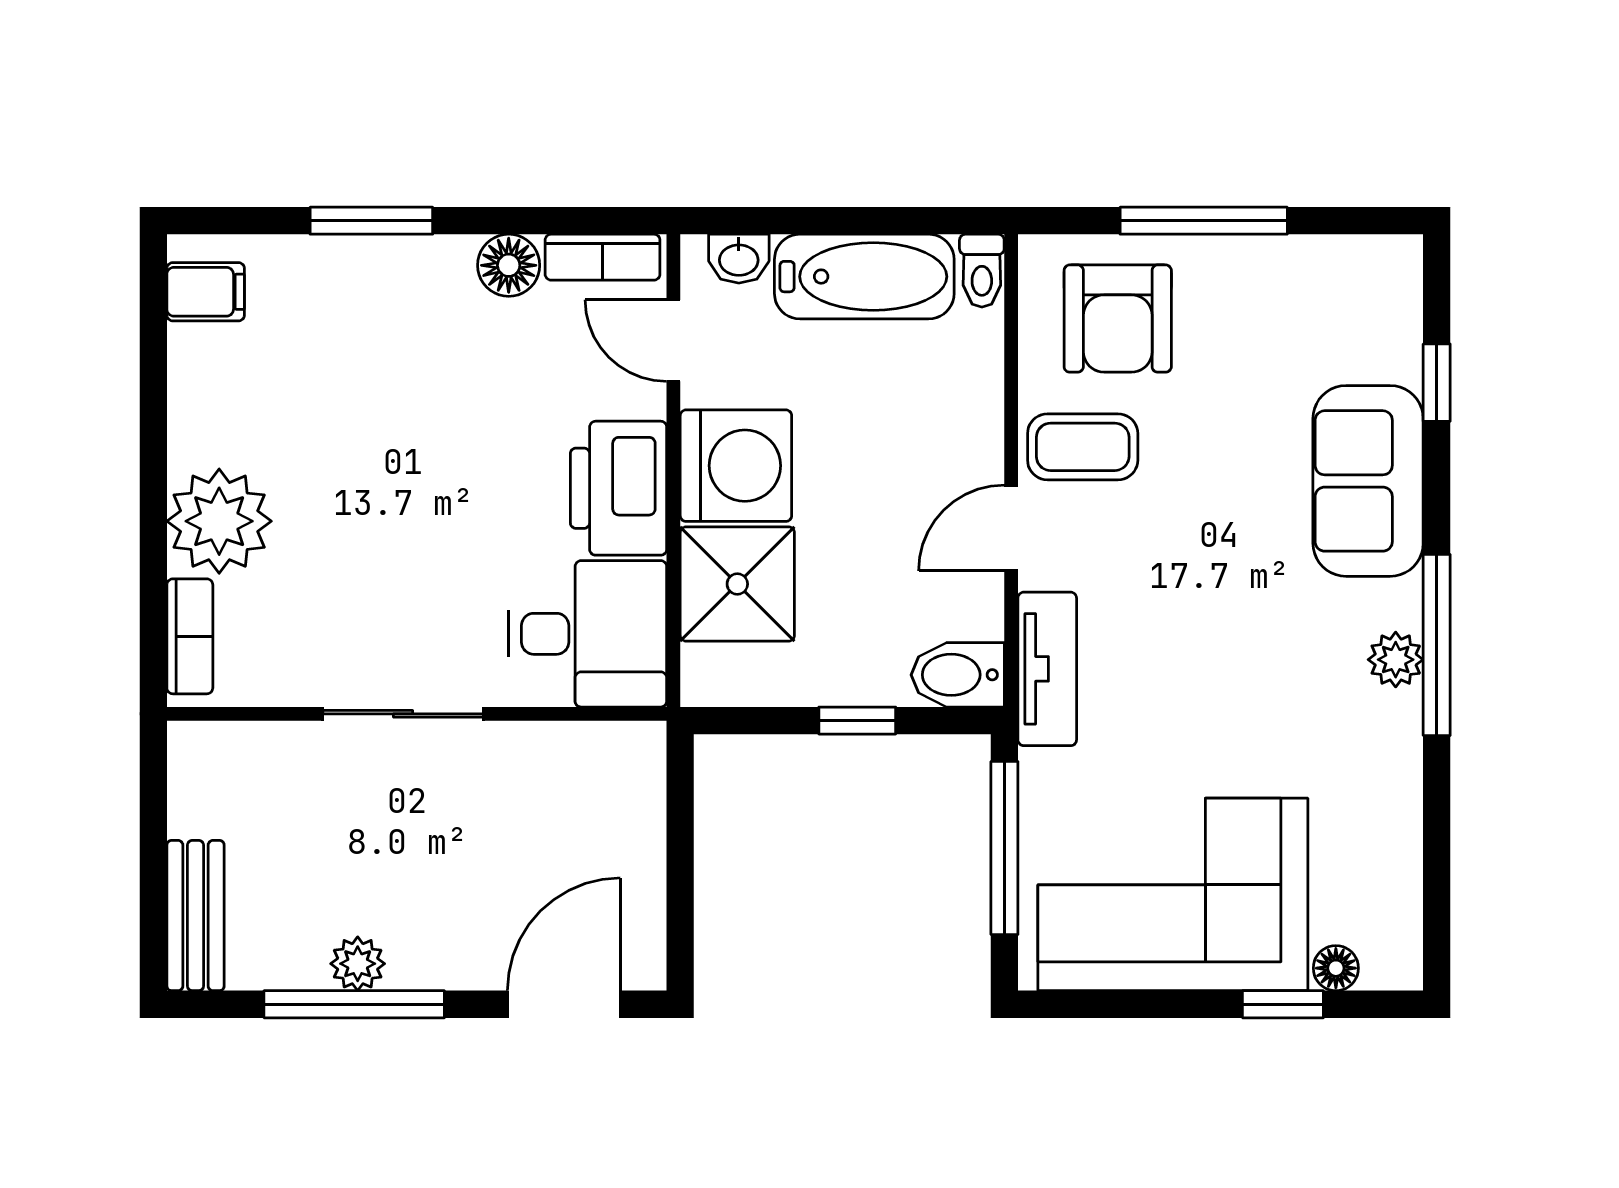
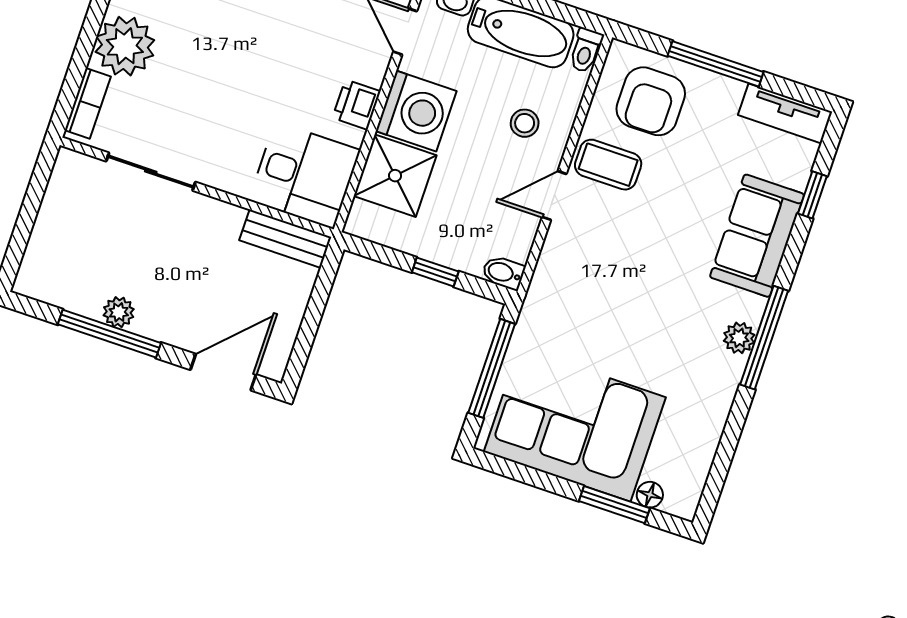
stool: (922, 425) -> (525, 123), added
printer: (619, 488) -> (357, 105), width x0.53, depth x0.68
tv unit: (1047, 669) -> (785, 113), moved, turned 90
bidet: (958, 675) -> (503, 273), width x0.72, depth x0.74
sliding door: (403, 714) -> (151, 172), moved
bench: (196, 916) -> (285, 239), moved, turned 90
window: (1283, 1004) -> (614, 505), width x1.50

